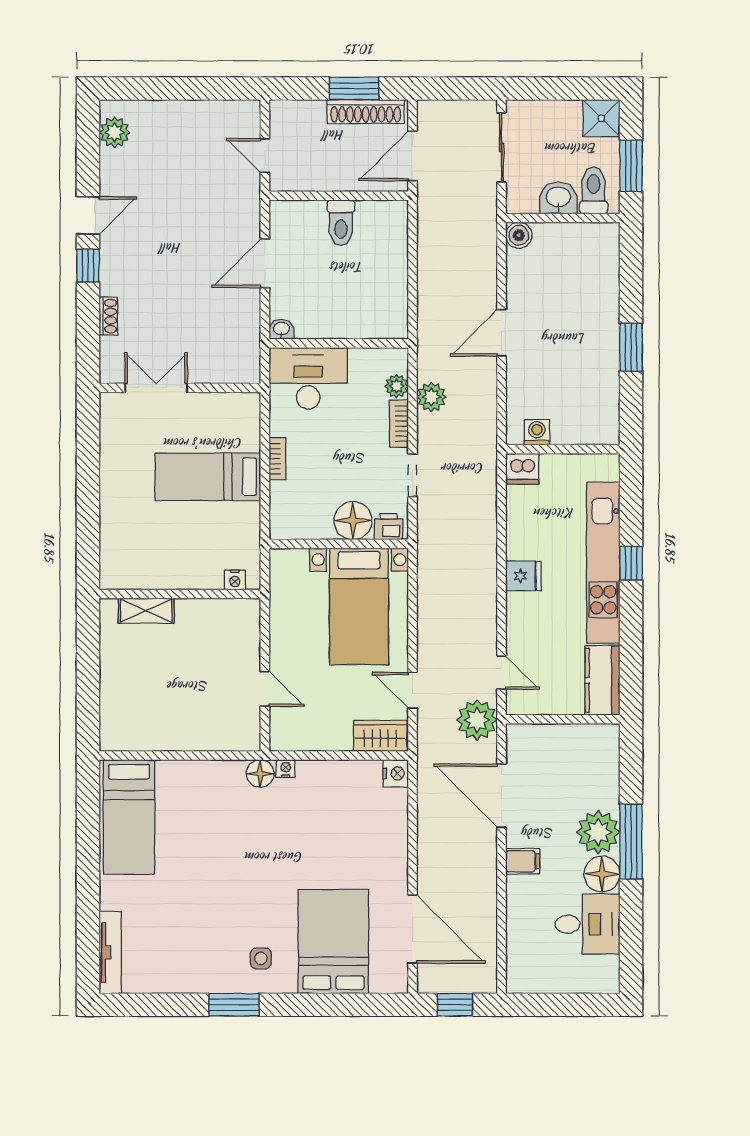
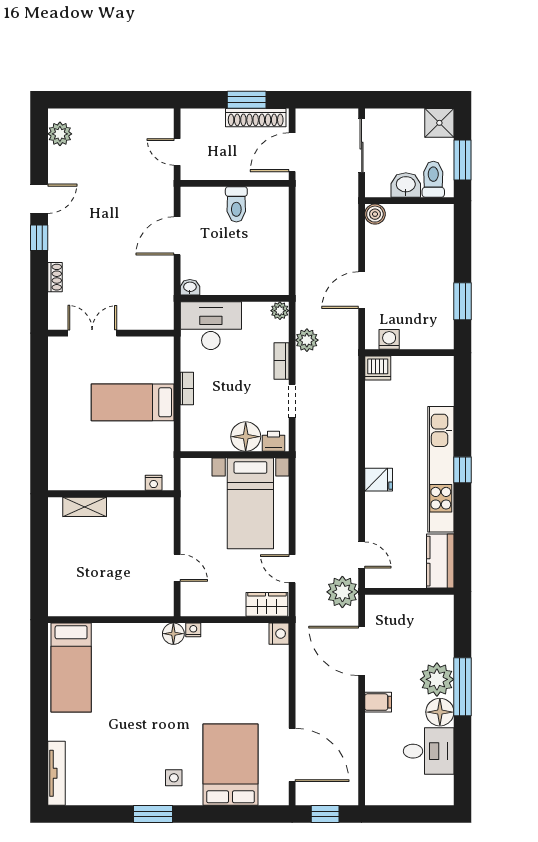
plant: (397, 386) -> (280, 311), moved
washing machine: (537, 432) -> (389, 339), moved
wall: (563, 449) -> (409, 353), moved
dishwasher: (522, 469) -> (378, 368), moved

